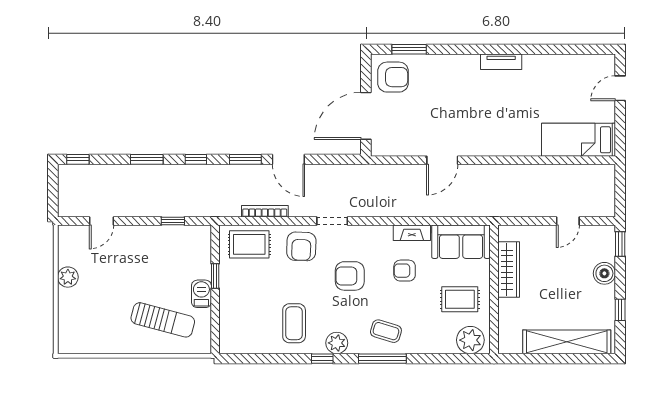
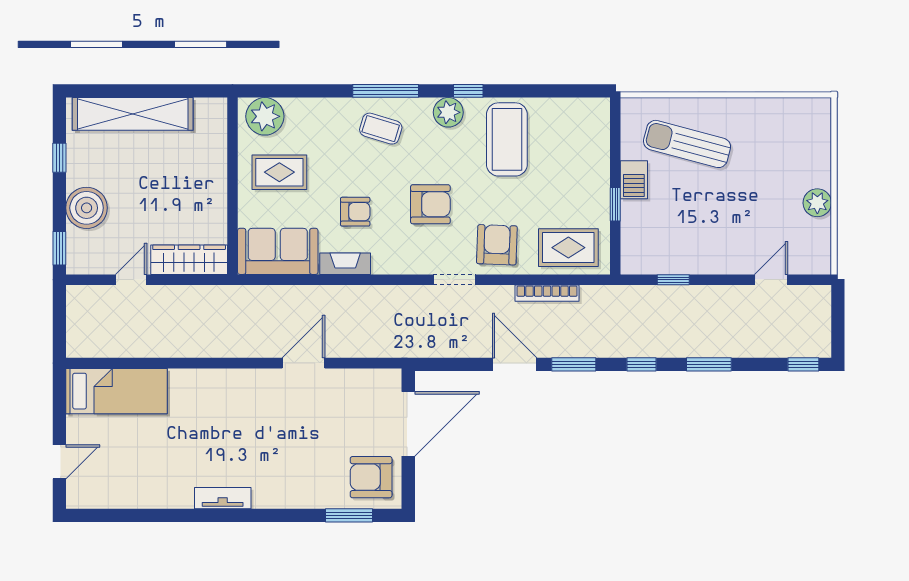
wardrobe: (509, 270) -> (189, 260), moved, turned 90
boiler: (604, 273) -> (87, 208), width x1.37, depth x1.37
coffee table: (294, 323) -> (507, 139), width x1.36, depth x1.32

